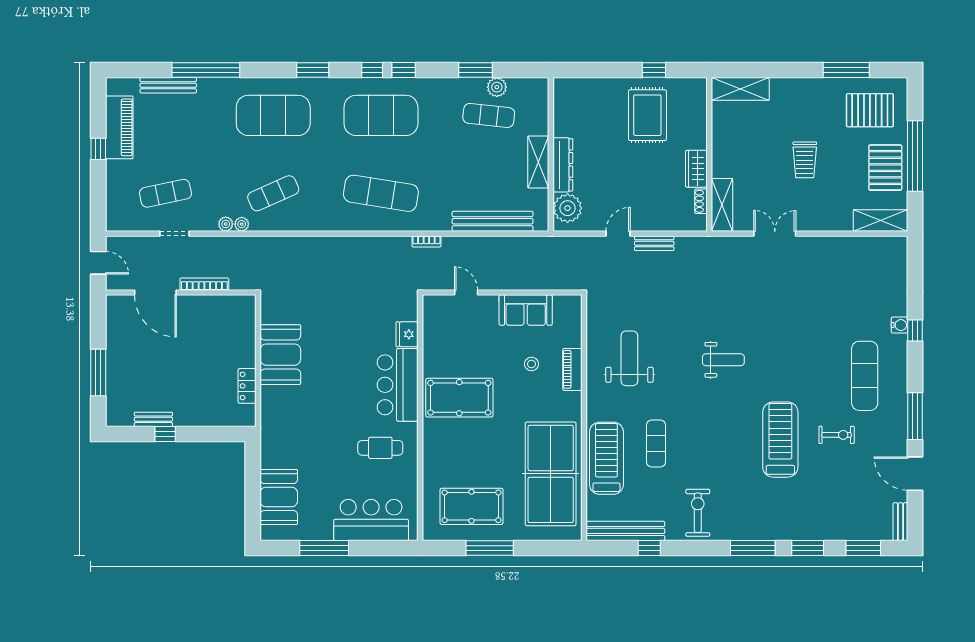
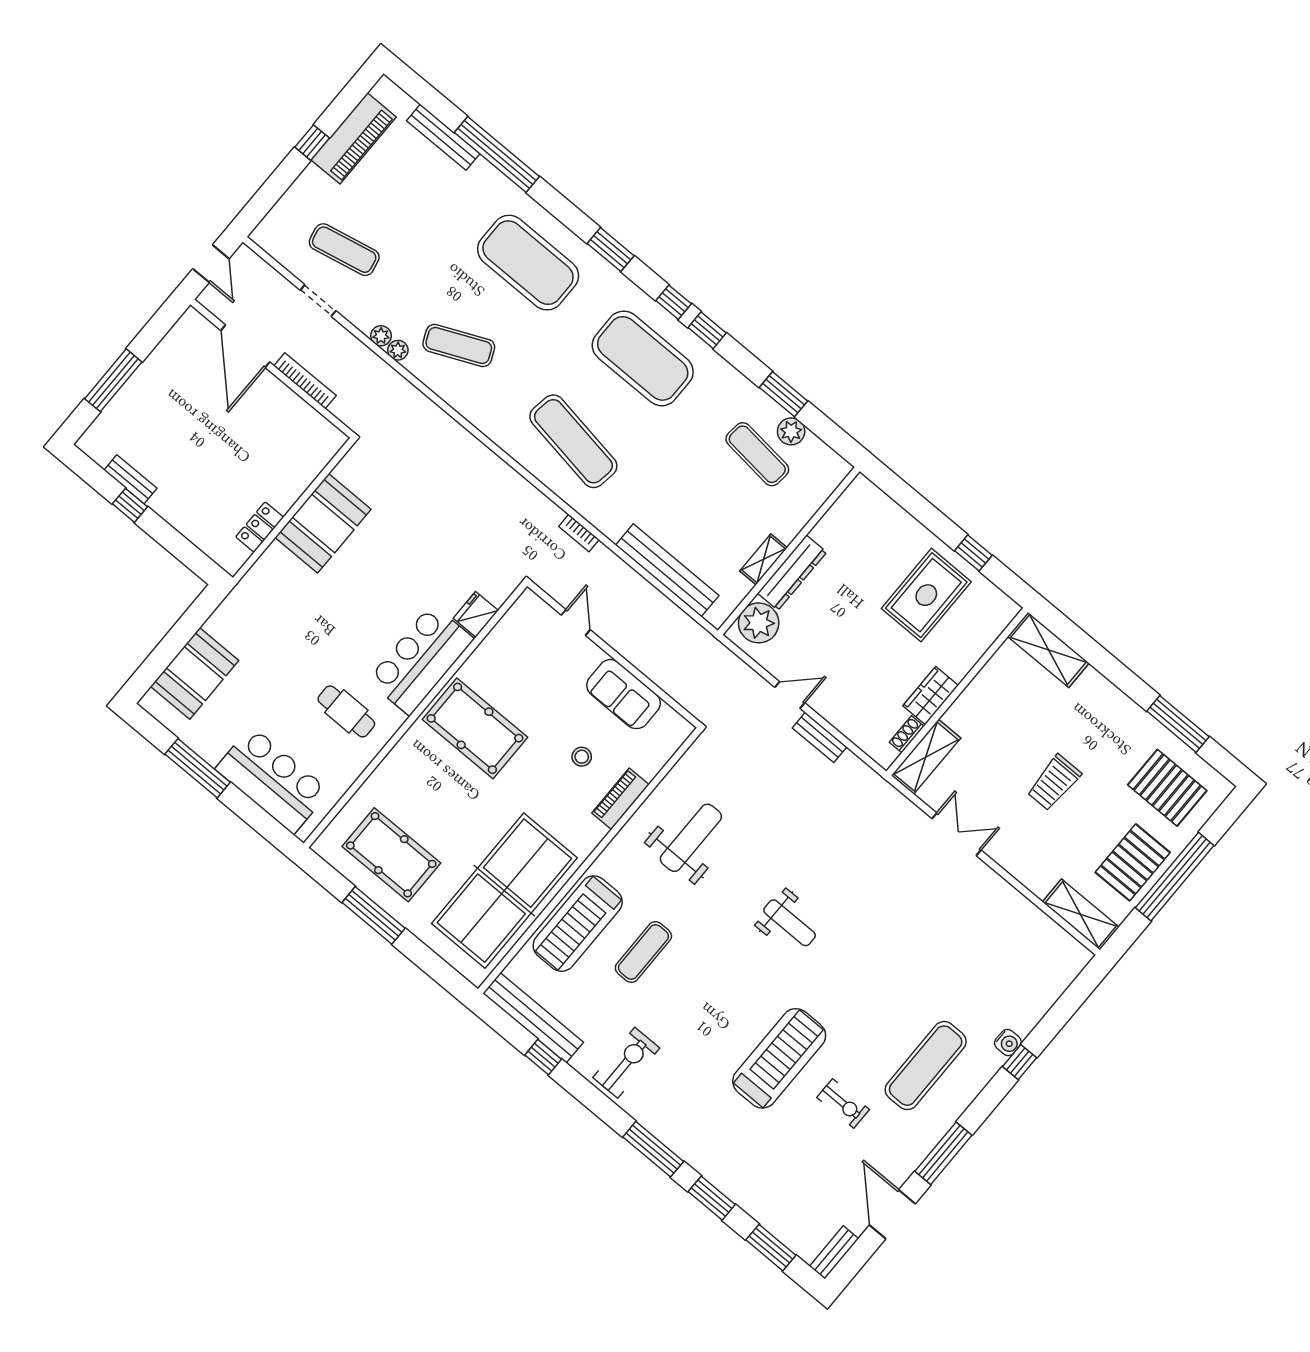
shelving: (538, 162) -> (764, 559), width x0.67, depth x0.75
treadmill: (606, 458) -> (578, 924), turned 180

